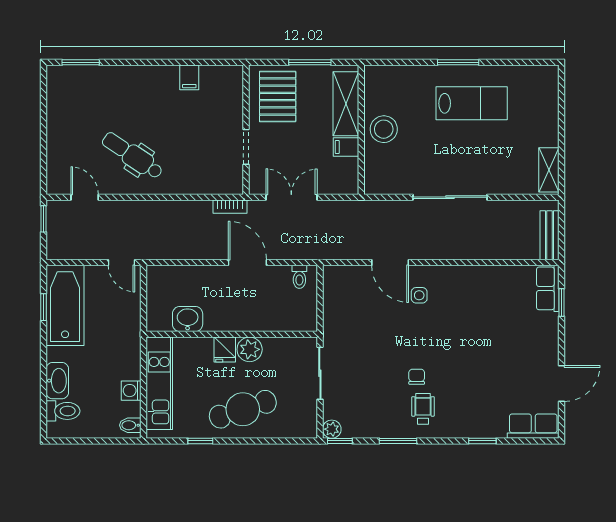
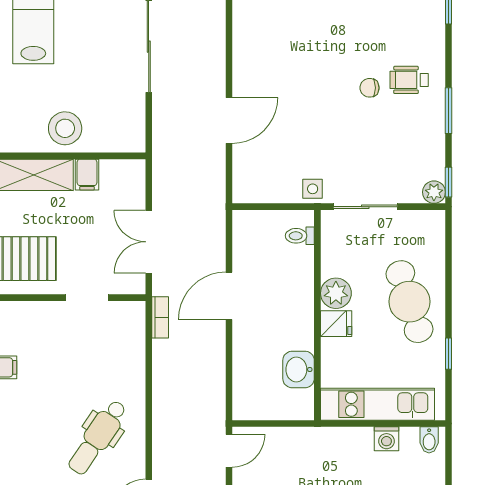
toilet: (299, 277) -> (300, 236), moved, turned 180
side table: (419, 295) -> (313, 189), moved

